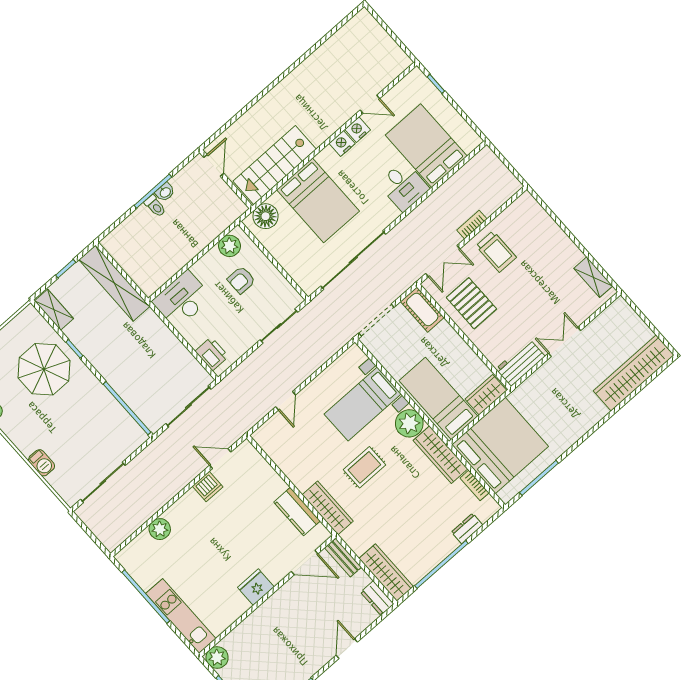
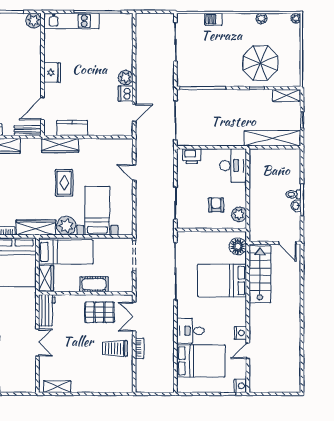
nightstand: (342, 143) -> (240, 386), moved
cot: (422, 309) -> (94, 284), moved
plant: (160, 529) -> (126, 78), moved

